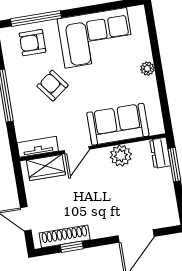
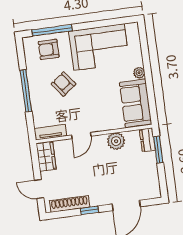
sofa: (118, 124) -> (136, 103), moved, turned -90
wardrobe: (46, 167) -> (46, 156), moved, turned -90
window: (72, 247) -> (90, 210), moved

